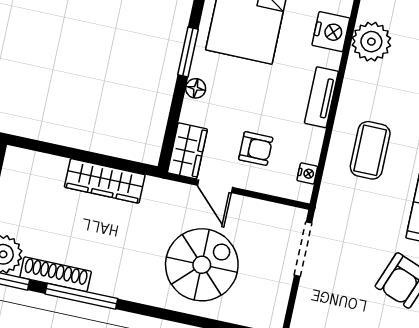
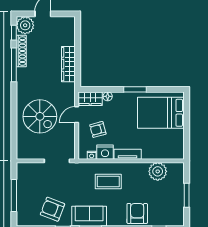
nightstand: (331, 32) -> (105, 152), moved
floor lamp: (196, 88) -> (108, 96), moved
armchair: (256, 149) -> (98, 129), turned 75

